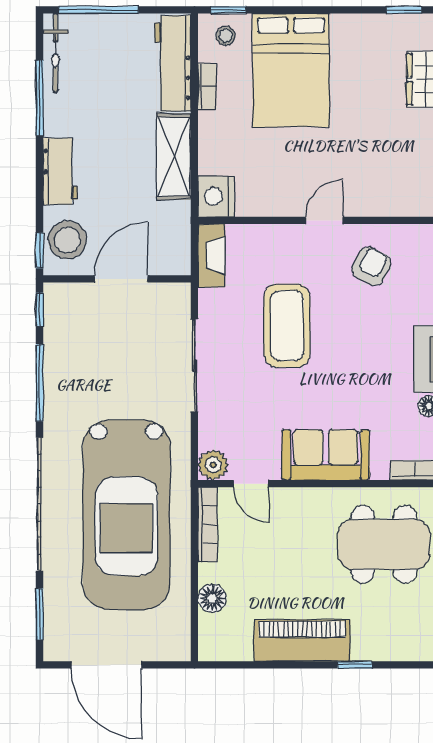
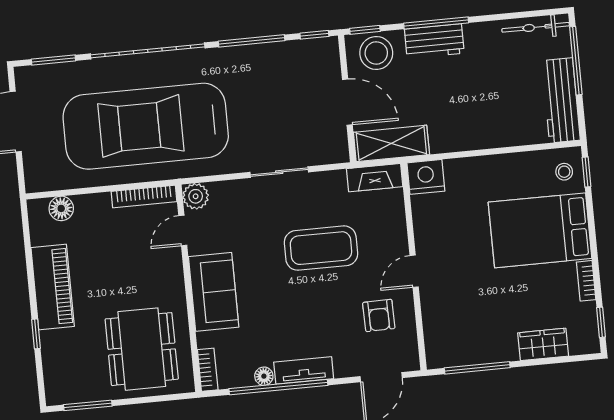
workbench: (173, 63) -> (561, 100), moved, turned -90
bookcase: (207, 86) -> (586, 281), moved, turned 90
window: (39, 98) -> (436, 23), moved
shelving: (174, 157) -> (391, 143), moved
door: (324, 220) -> (414, 271), swing flipped
armchair: (371, 266) -> (379, 315), turned 61
sliding door: (194, 366) -> (279, 172), width x0.73
floor lamp: (212, 598) -> (61, 208), moved

